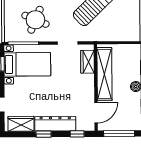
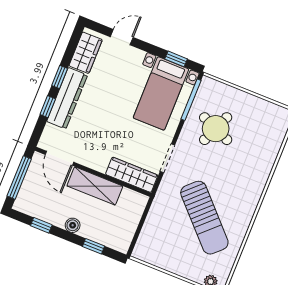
wardrobe: (87, 62) -> (132, 175), width x1.50
shelving: (104, 74) -> (95, 186), width x0.68
window: (77, 134) -> (48, 107), moved

